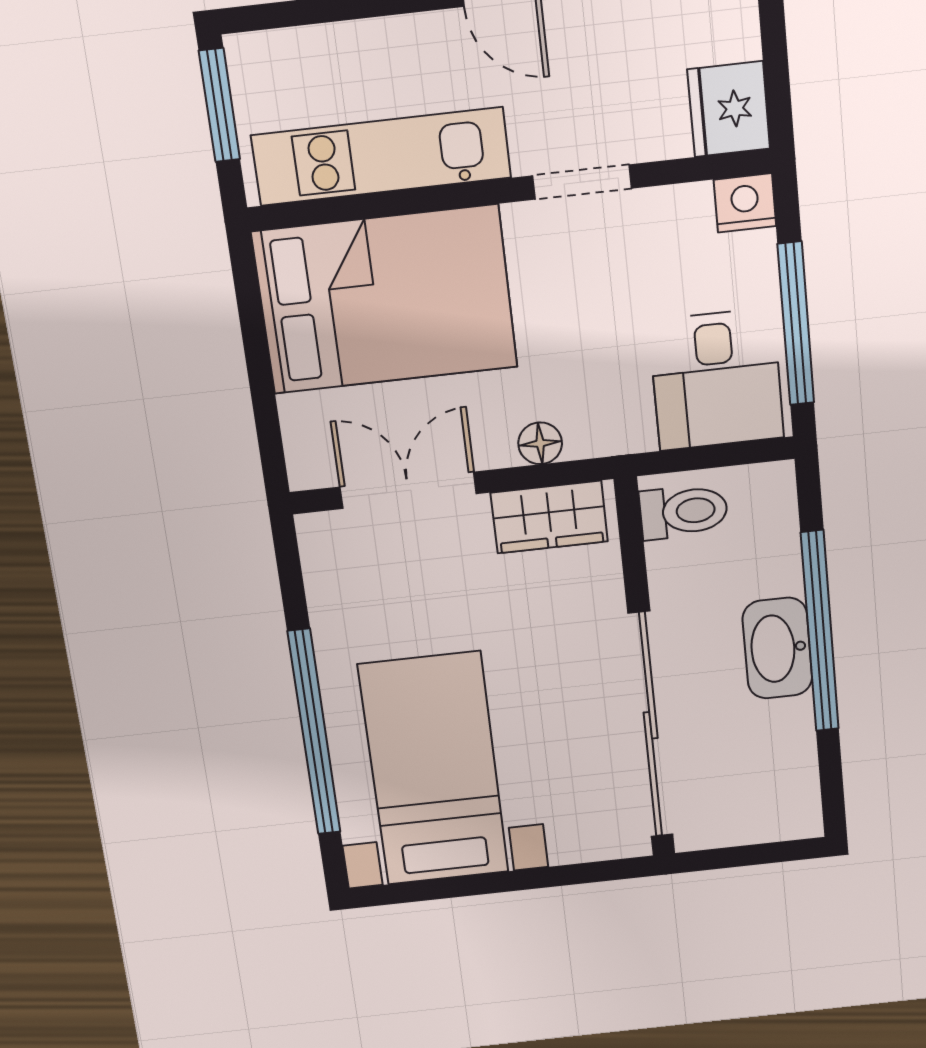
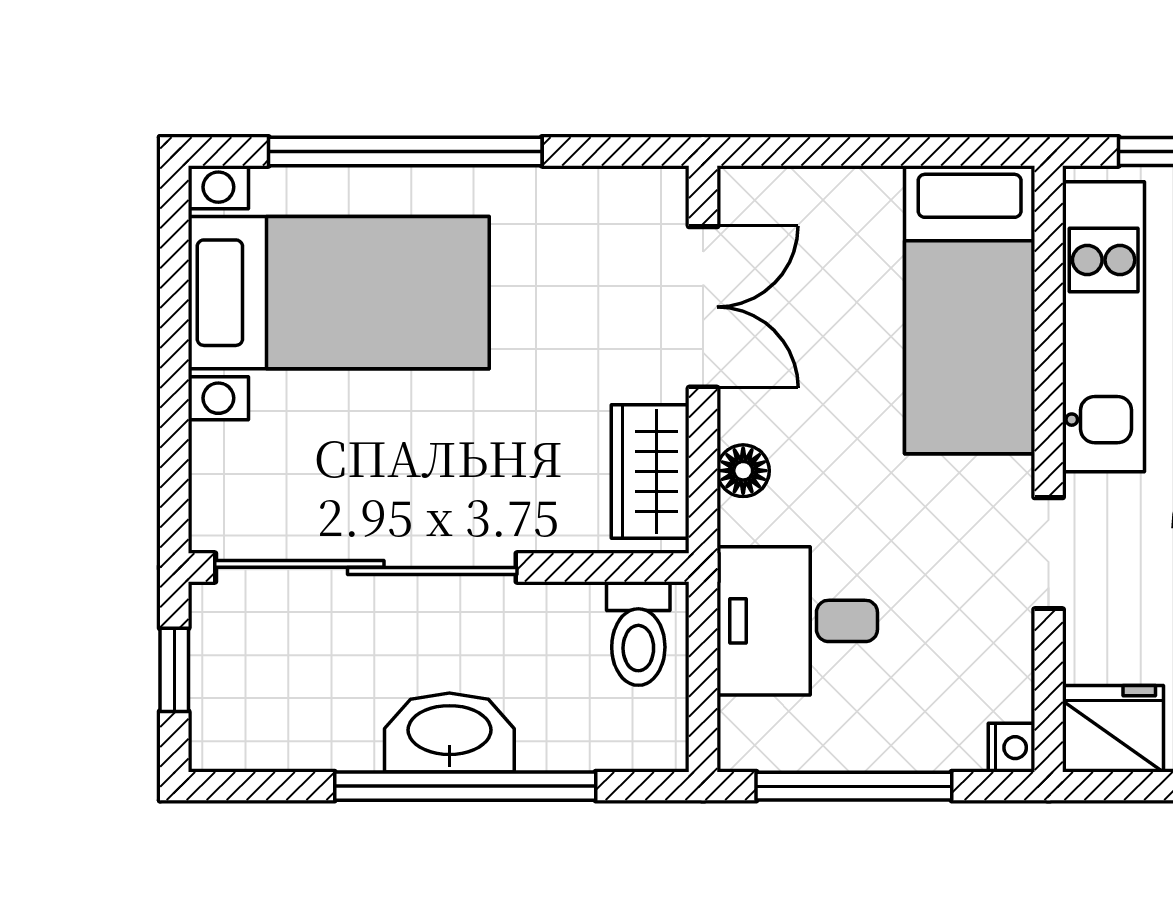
nightstand: (745, 203) -> (1011, 748), width x0.72, depth x0.74
bed: (385, 300) -> (970, 310), width x0.67
desk: (716, 380) -> (797, 621), moved
window: (745, 856) -> (174, 670), added

